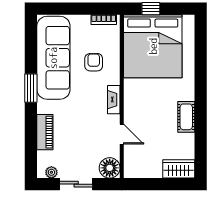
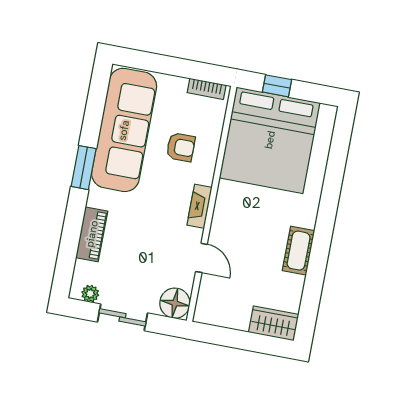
armchair: (94, 62) -> (181, 147), turned 90

